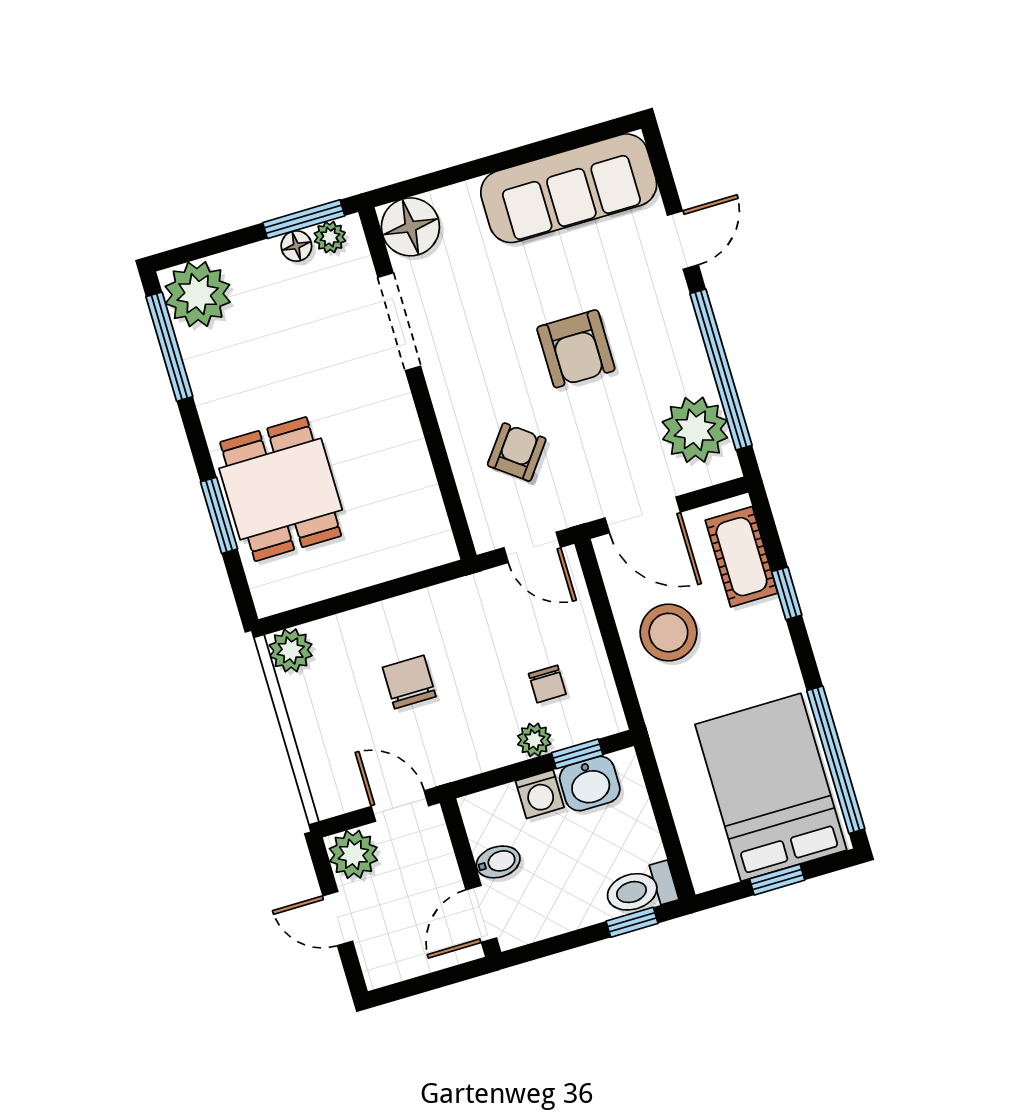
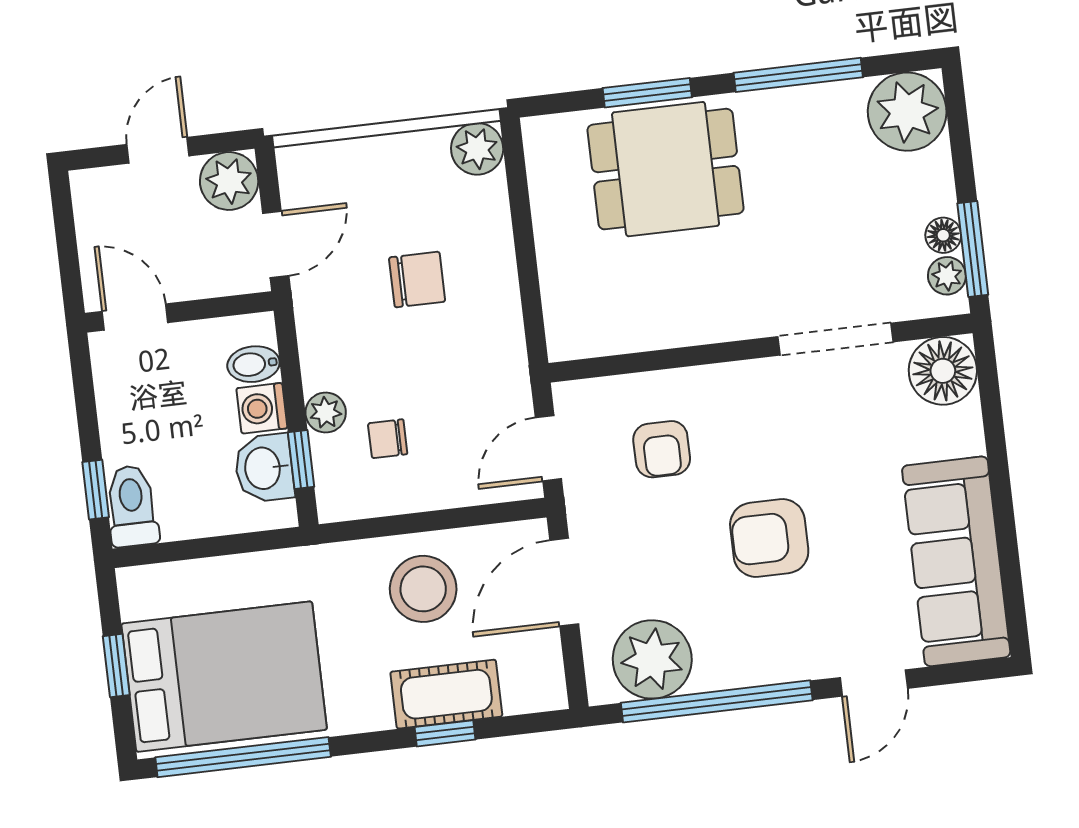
door: (683, 240) -> (874, 683), hinge flipped
window: (169, 347) -> (798, 75), moved
armchair: (517, 452) -> (662, 449), turned 53
cot: (742, 557) -> (446, 694), moved
bidet: (498, 862) -> (253, 364), moved, turned 90

